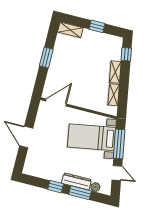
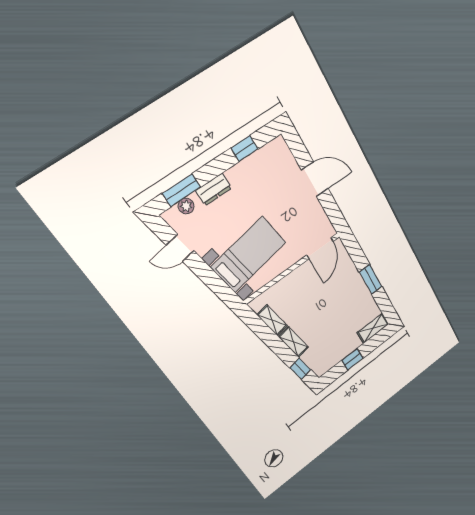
window: (119, 144) -> (213, 281), removed
dresser: (77, 181) -> (214, 189), width x0.70
window: (56, 187) -> (245, 149), moved
window: (80, 193) -> (182, 190), moved

